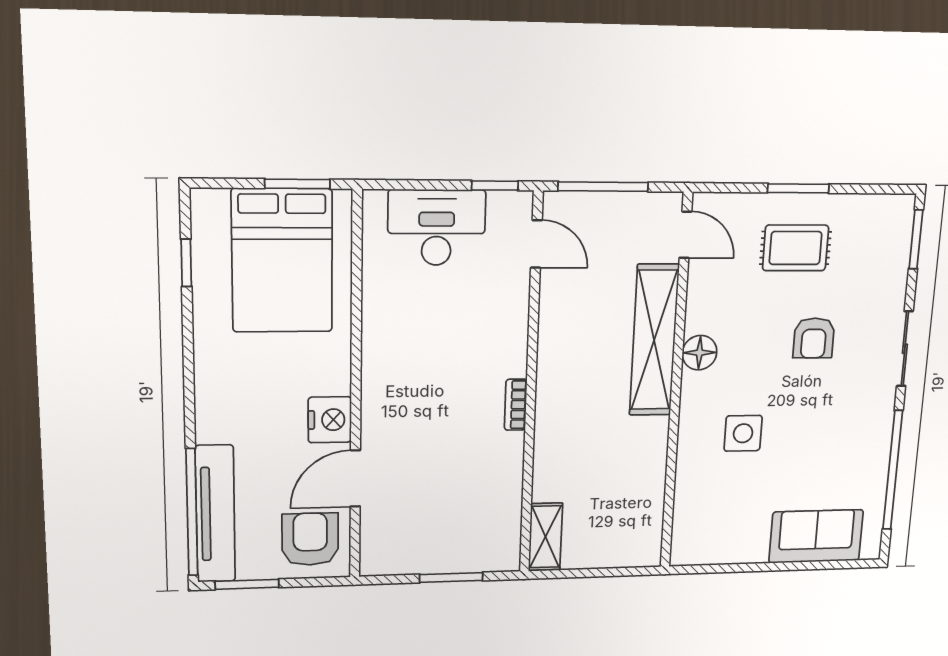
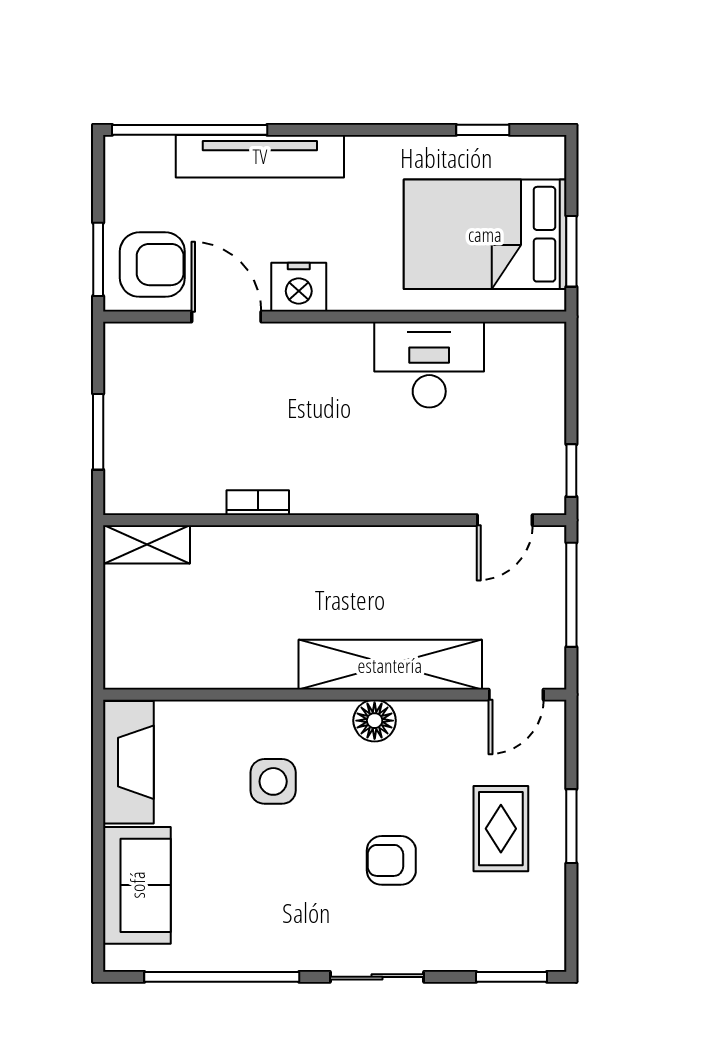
desk: (437, 227) -> (429, 365), moved, turned -90
bookcase: (516, 405) -> (258, 503), moved
tv unit: (215, 514) -> (260, 156), moved
fireplace: (720, 546) -> (128, 762), added
window: (247, 584) -> (98, 259), moved

